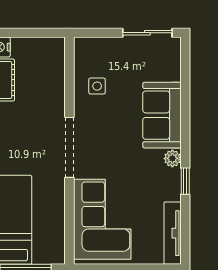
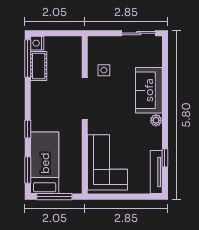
doorway: (69, 147) -> (85, 99), moved
window: (185, 181) -> (165, 158), moved

